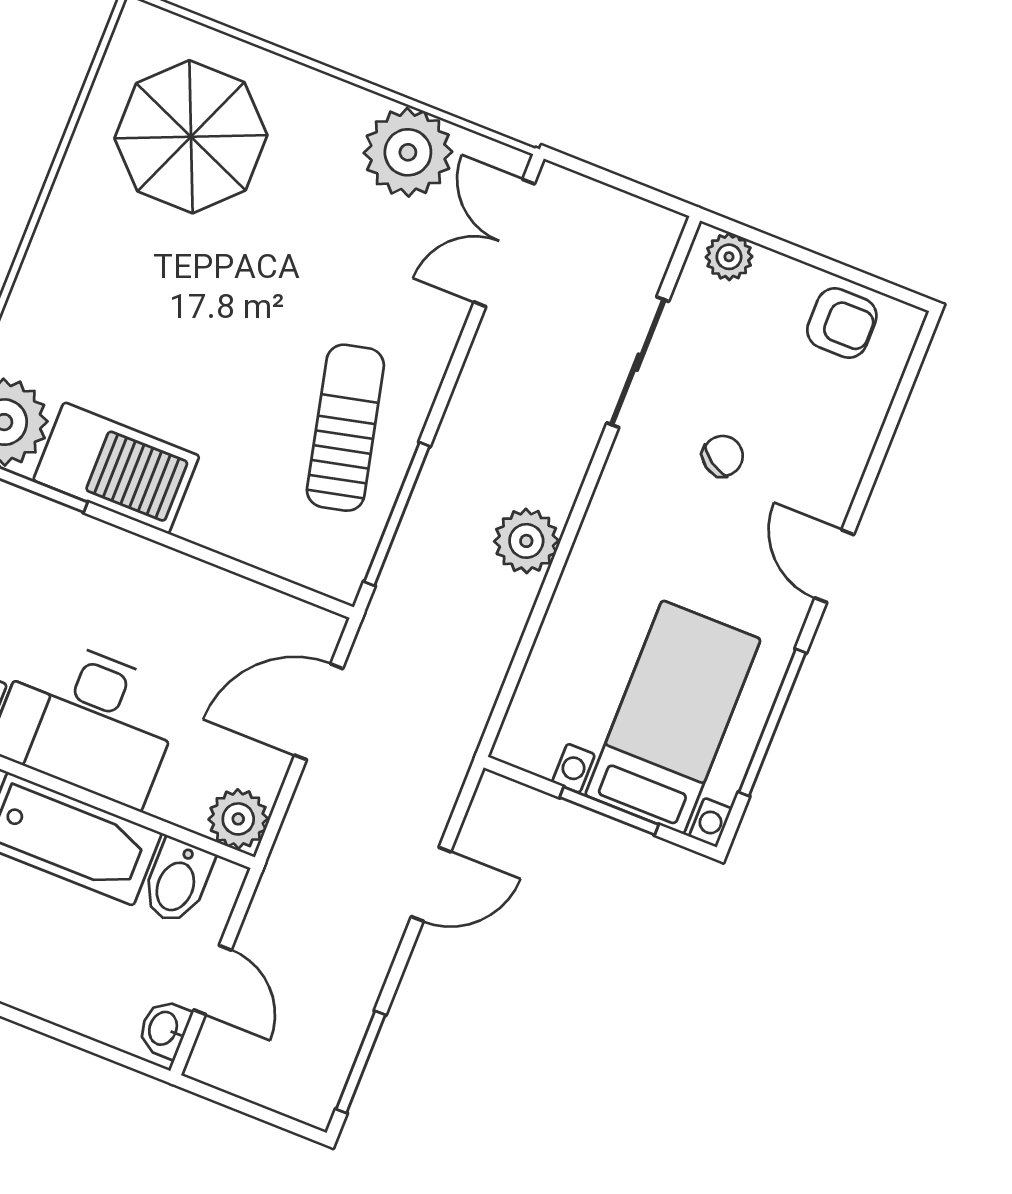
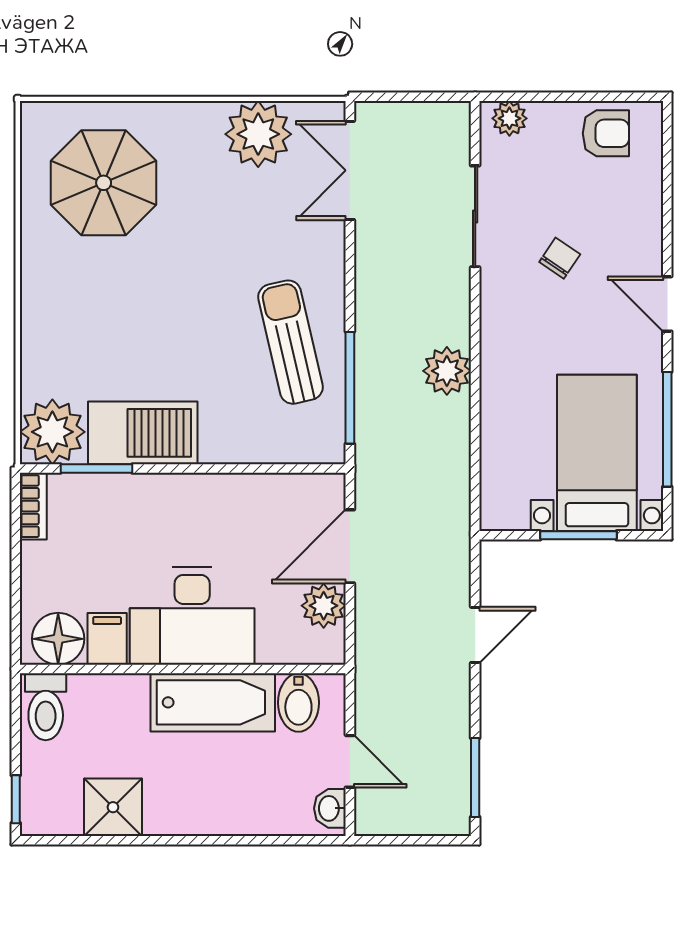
plant: (238, 819) -> (324, 606), moved

